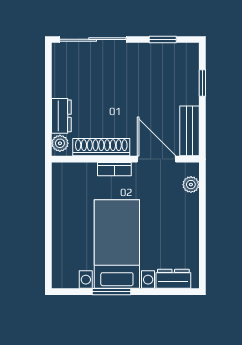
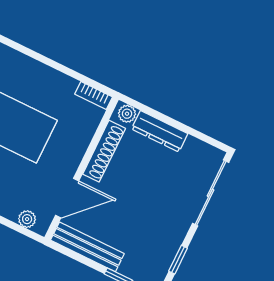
dresser: (61, 116) -> (160, 131), width x1.44
bench: (190, 131) -> (87, 247), width x1.36
bookcase: (114, 169) -> (94, 96), moved, turned -90

